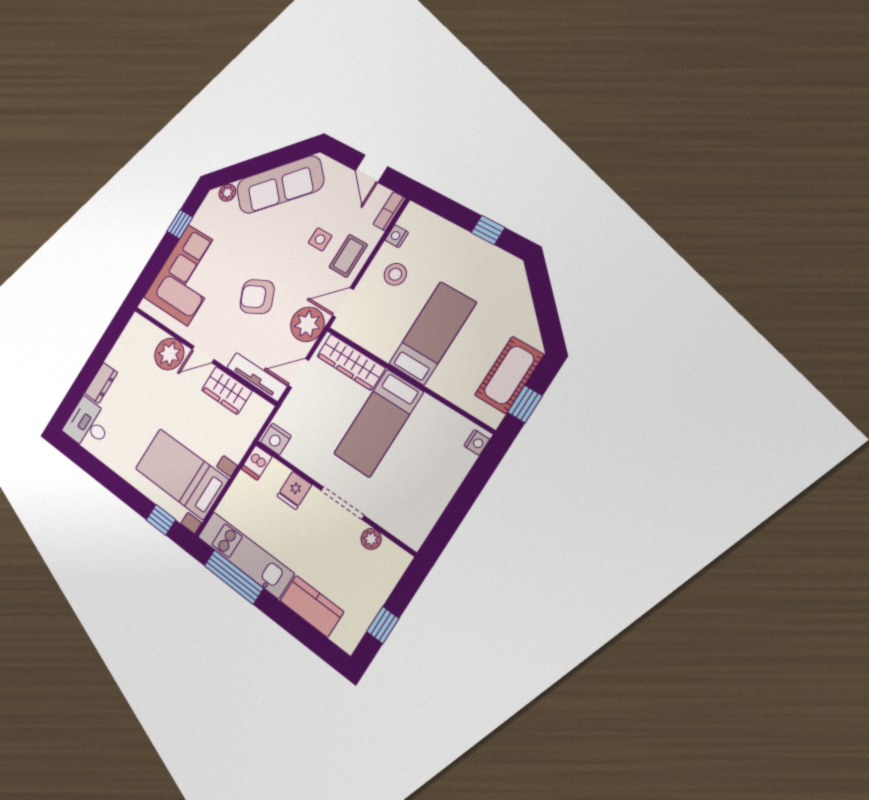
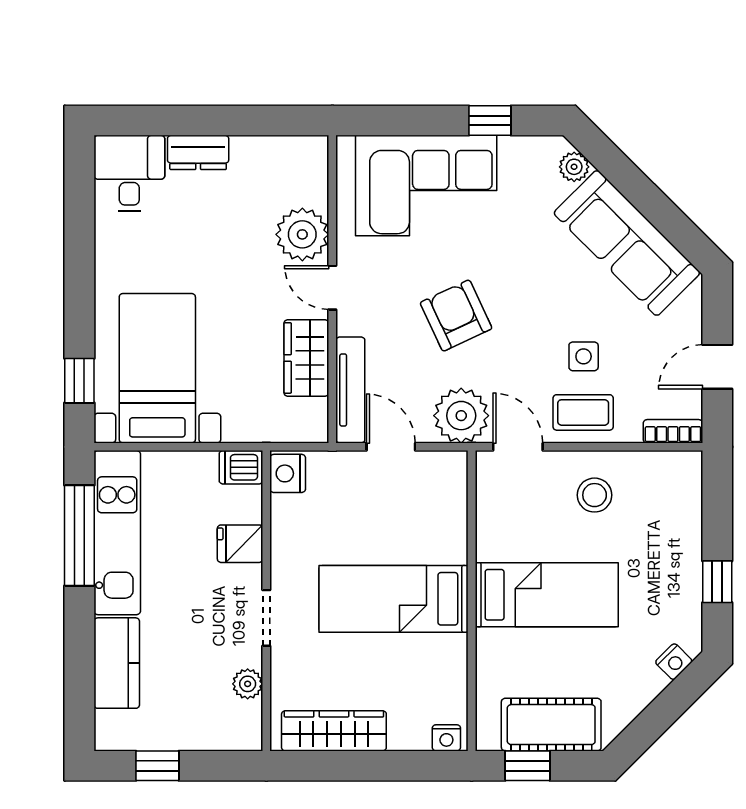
nightstand: (397, 236) -> (674, 662), moved, turned 135
wardrobe: (351, 362) -> (334, 731), moved, turned 90
doorway: (342, 503) -> (266, 618), width x0.73

